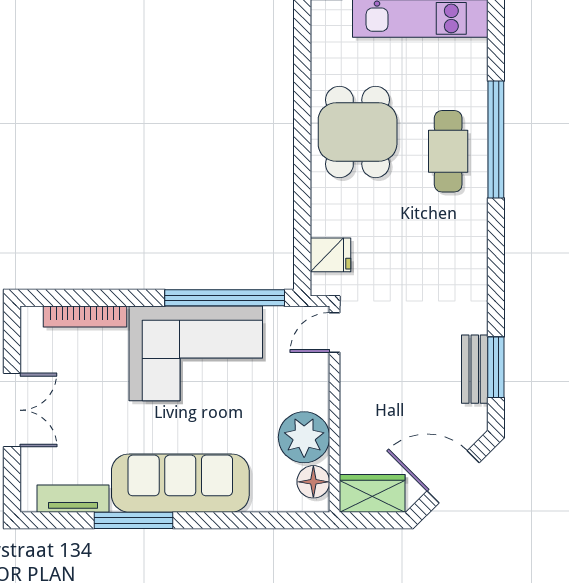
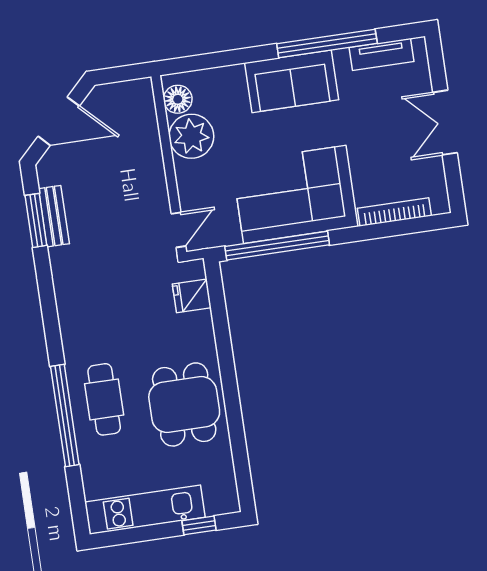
sofa: (180, 483) -> (292, 81), width x0.73
wardrobe: (372, 493) -> (126, 97), removed
window: (133, 520) -> (327, 43), width x1.46

